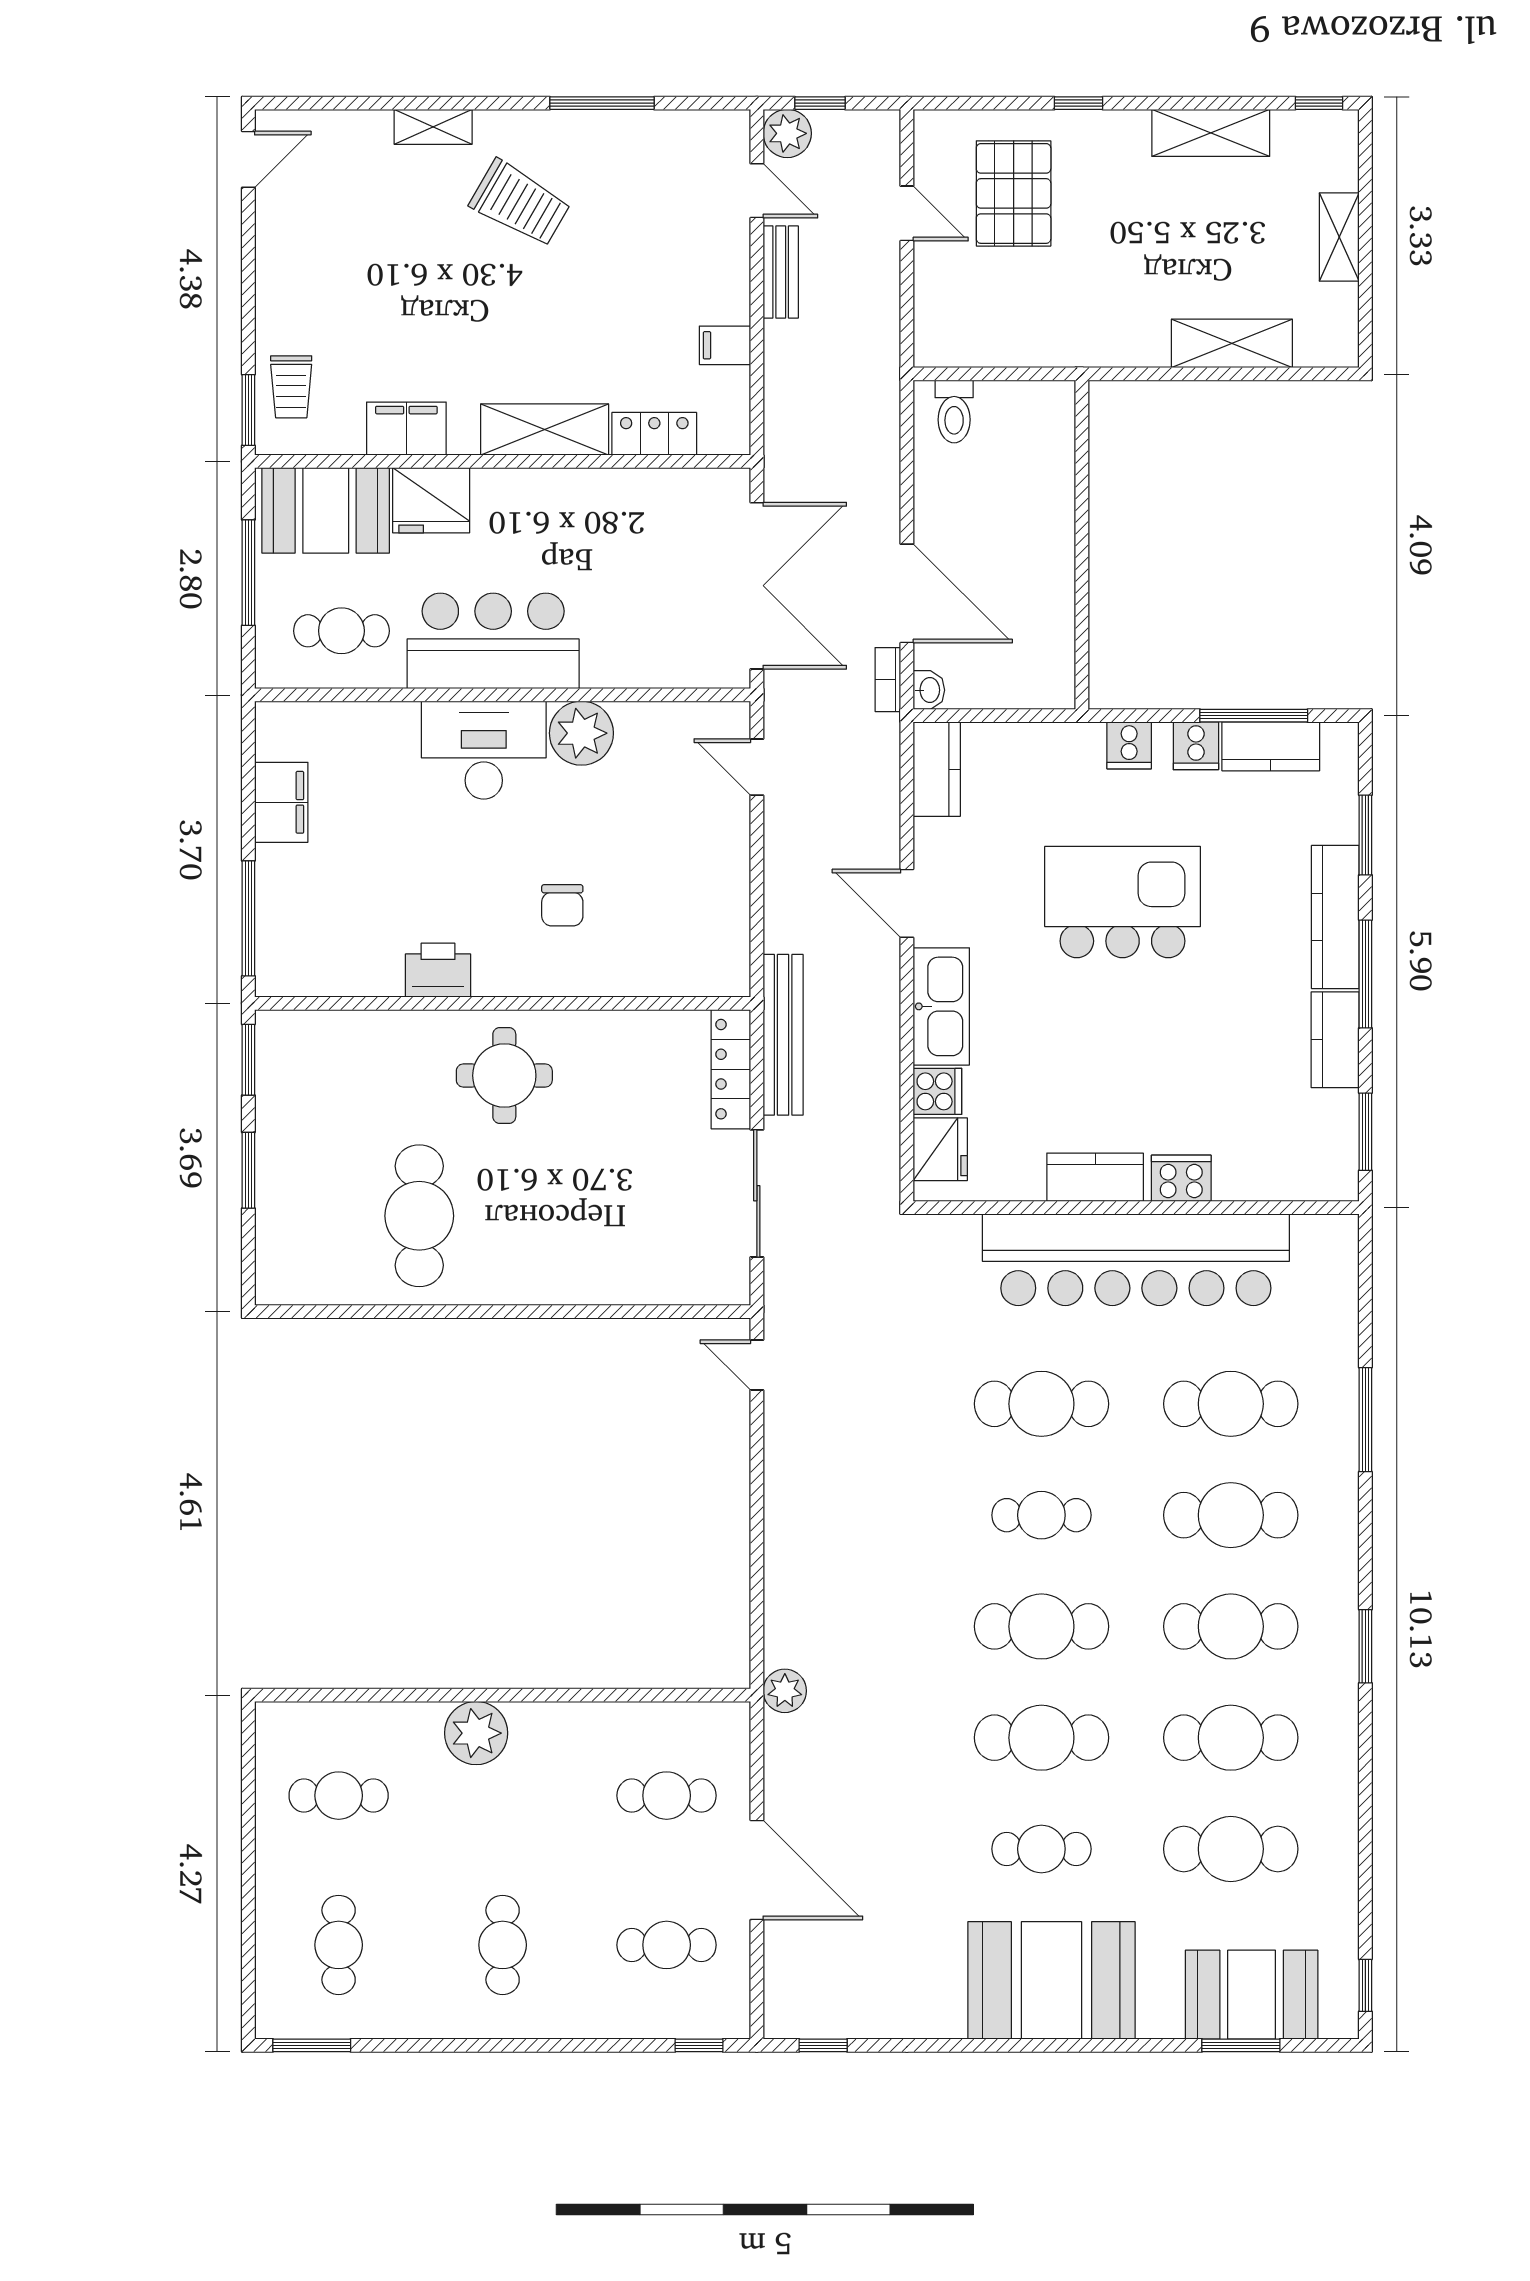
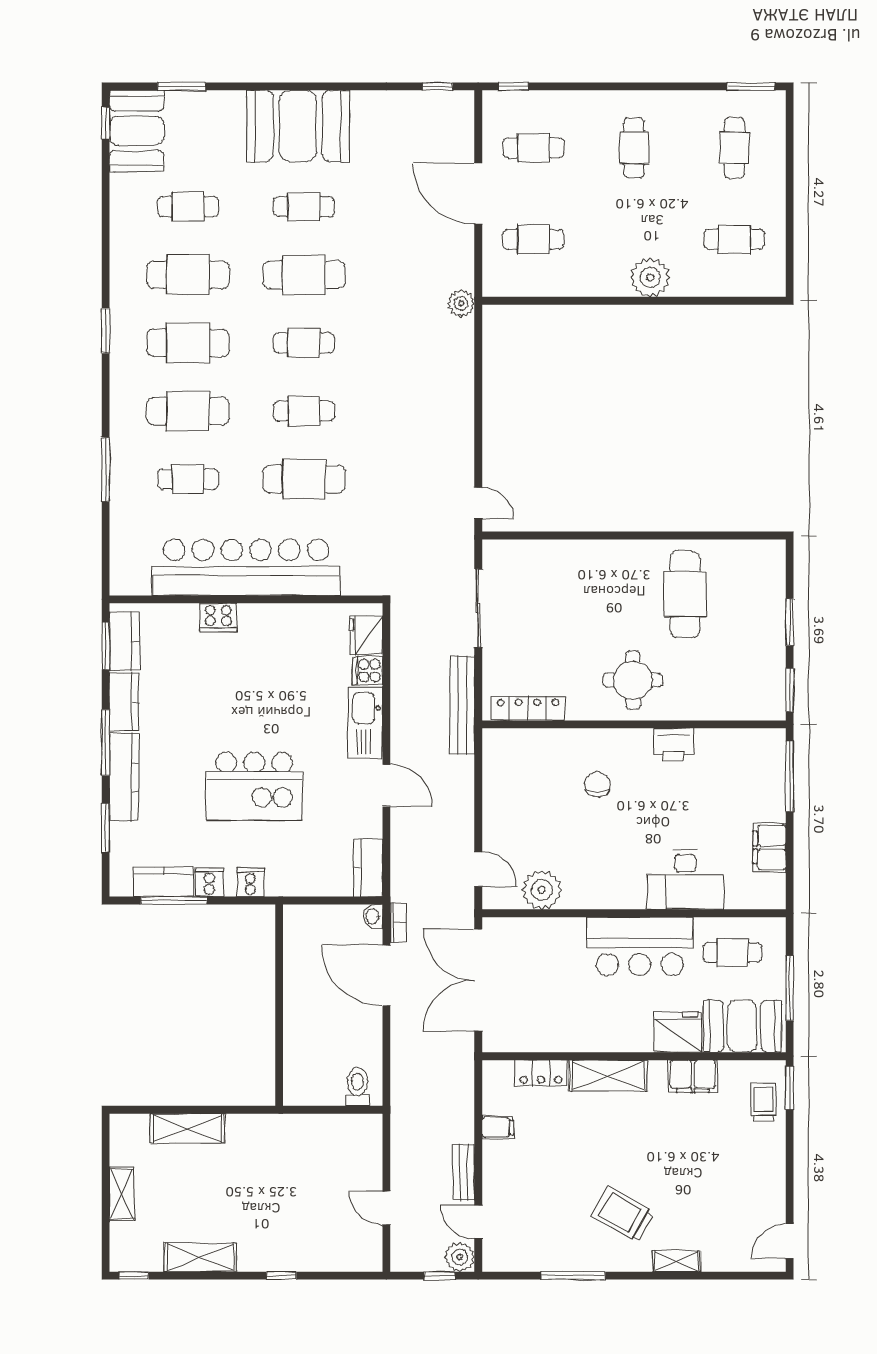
pallet: (1014, 193) -> (321, 1220), removed
plant: (581, 733) -> (542, 890), moved
desk: (484, 750) -> (685, 879), moved
locker: (731, 1069) -> (528, 708), moved, turned -90
kitchen counter: (1095, 1177) -> (124, 641), moved, turned -90
cafe table: (1231, 1404) -> (188, 479), width x0.73, depth x0.74
cafe table: (1041, 1626) -> (304, 343), width x0.73, depth x0.74
cafe table: (1231, 1849) -> (188, 207), width x0.73, depth x0.74
booth: (1252, 1995) -> (137, 131), moved, turned 90

